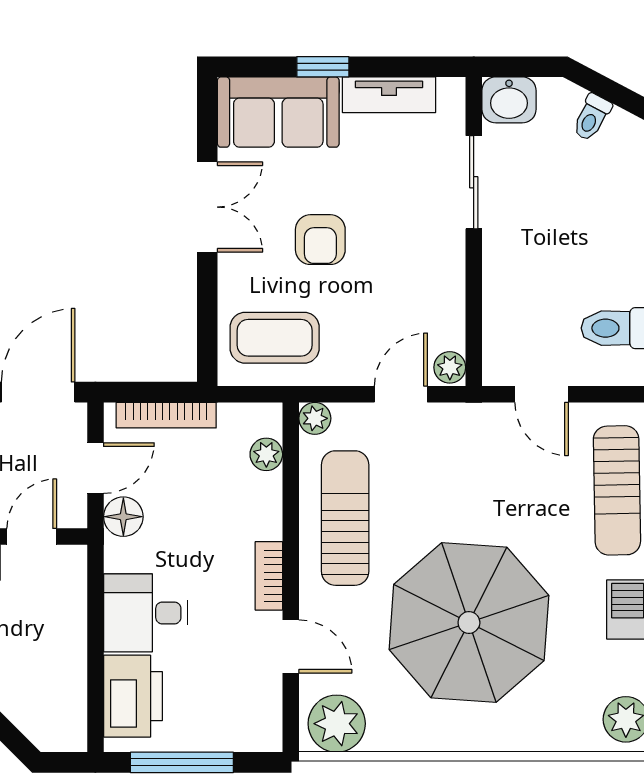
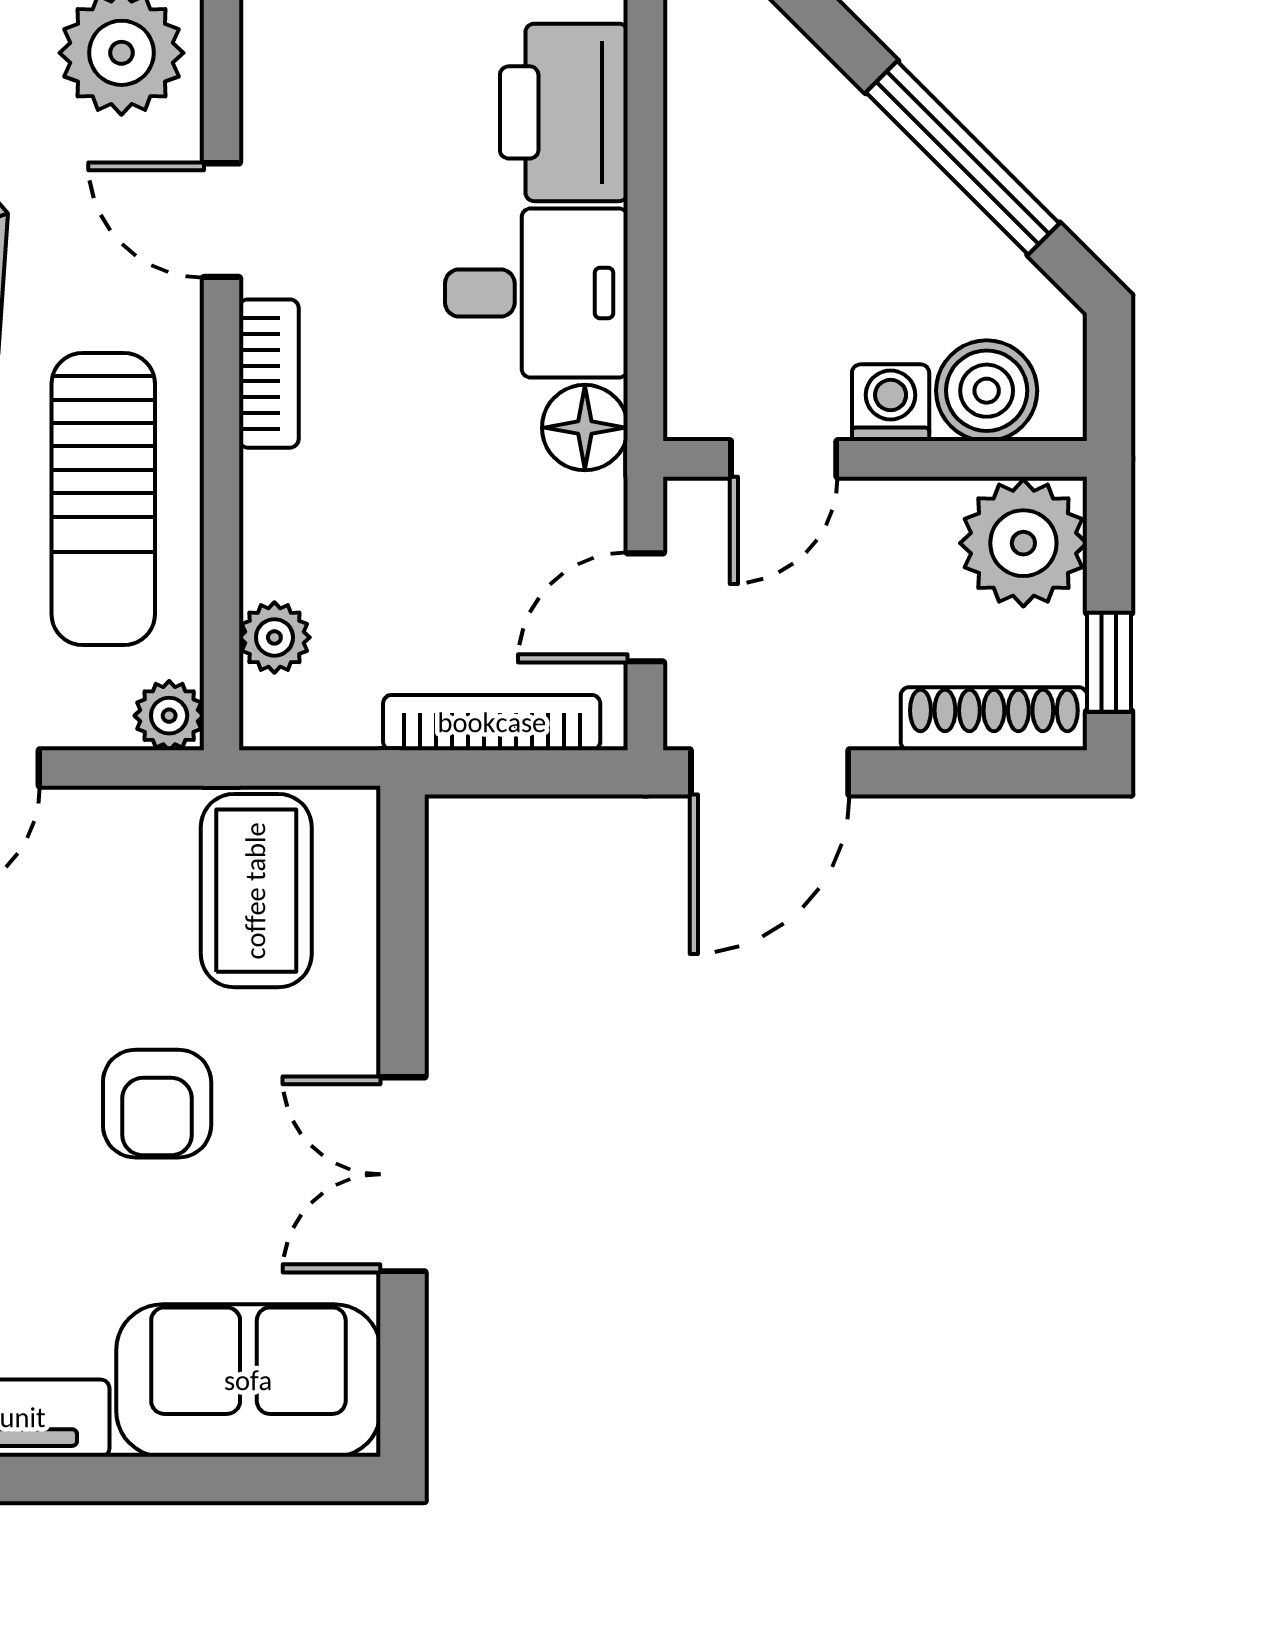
window: (323, 67) -> (152, 1479), removed
armchair: (320, 240) -> (157, 1104), turned 180
coffee table: (275, 338) -> (256, 891), turned 90
floor lamp: (123, 517) -> (585, 428), moved

